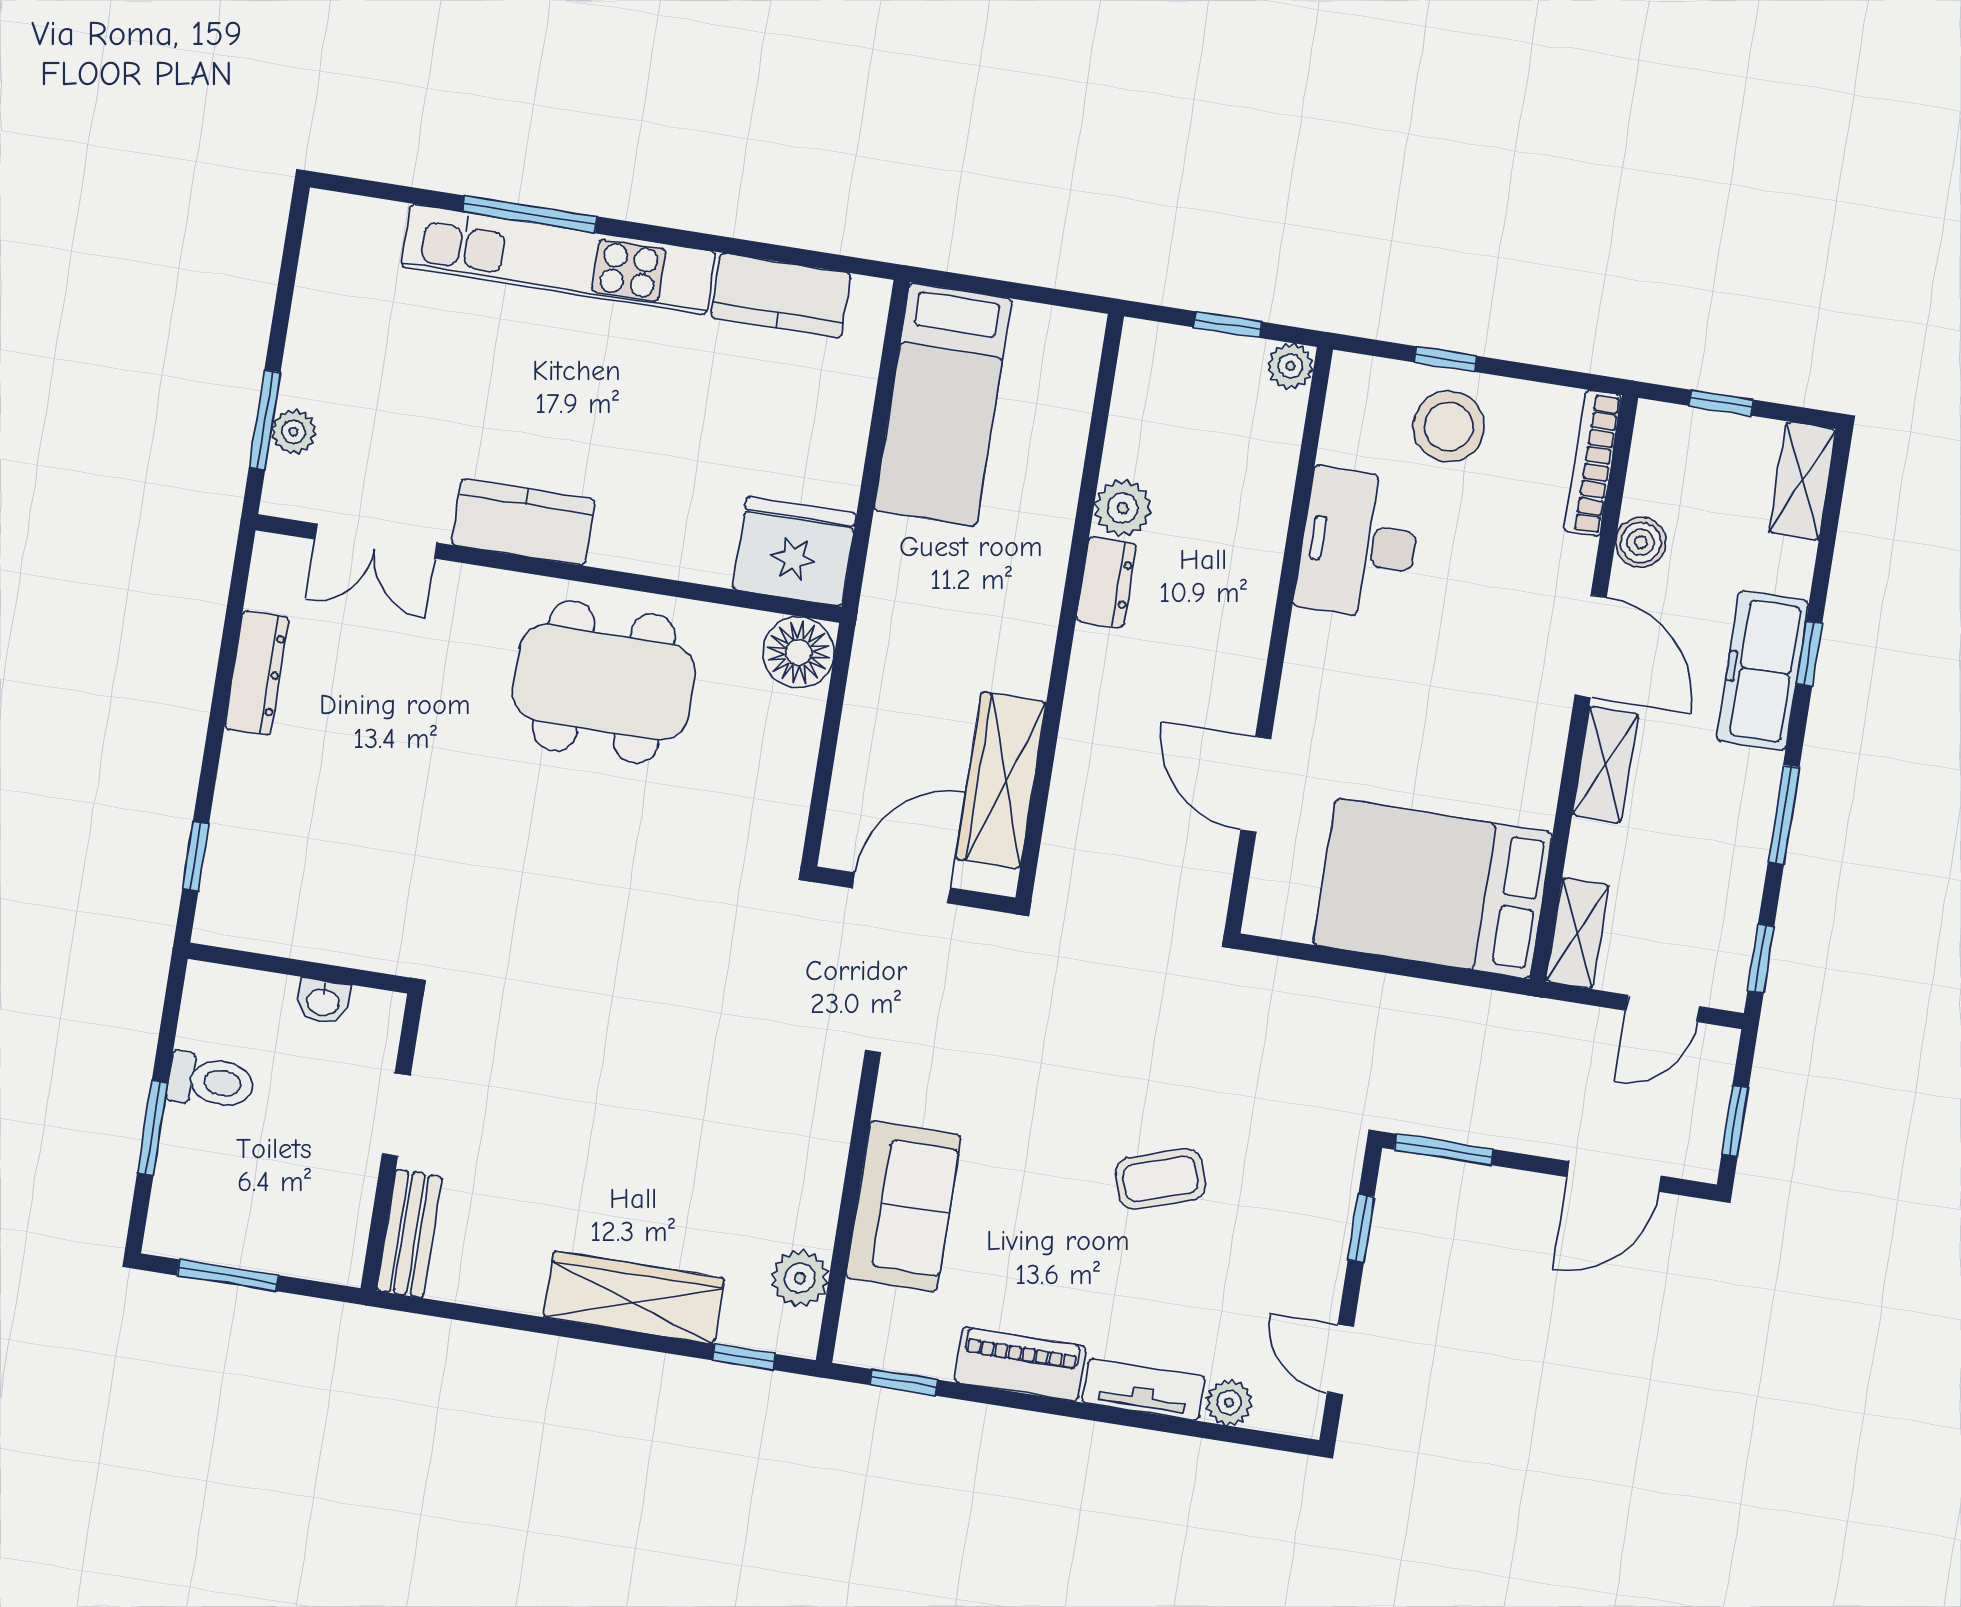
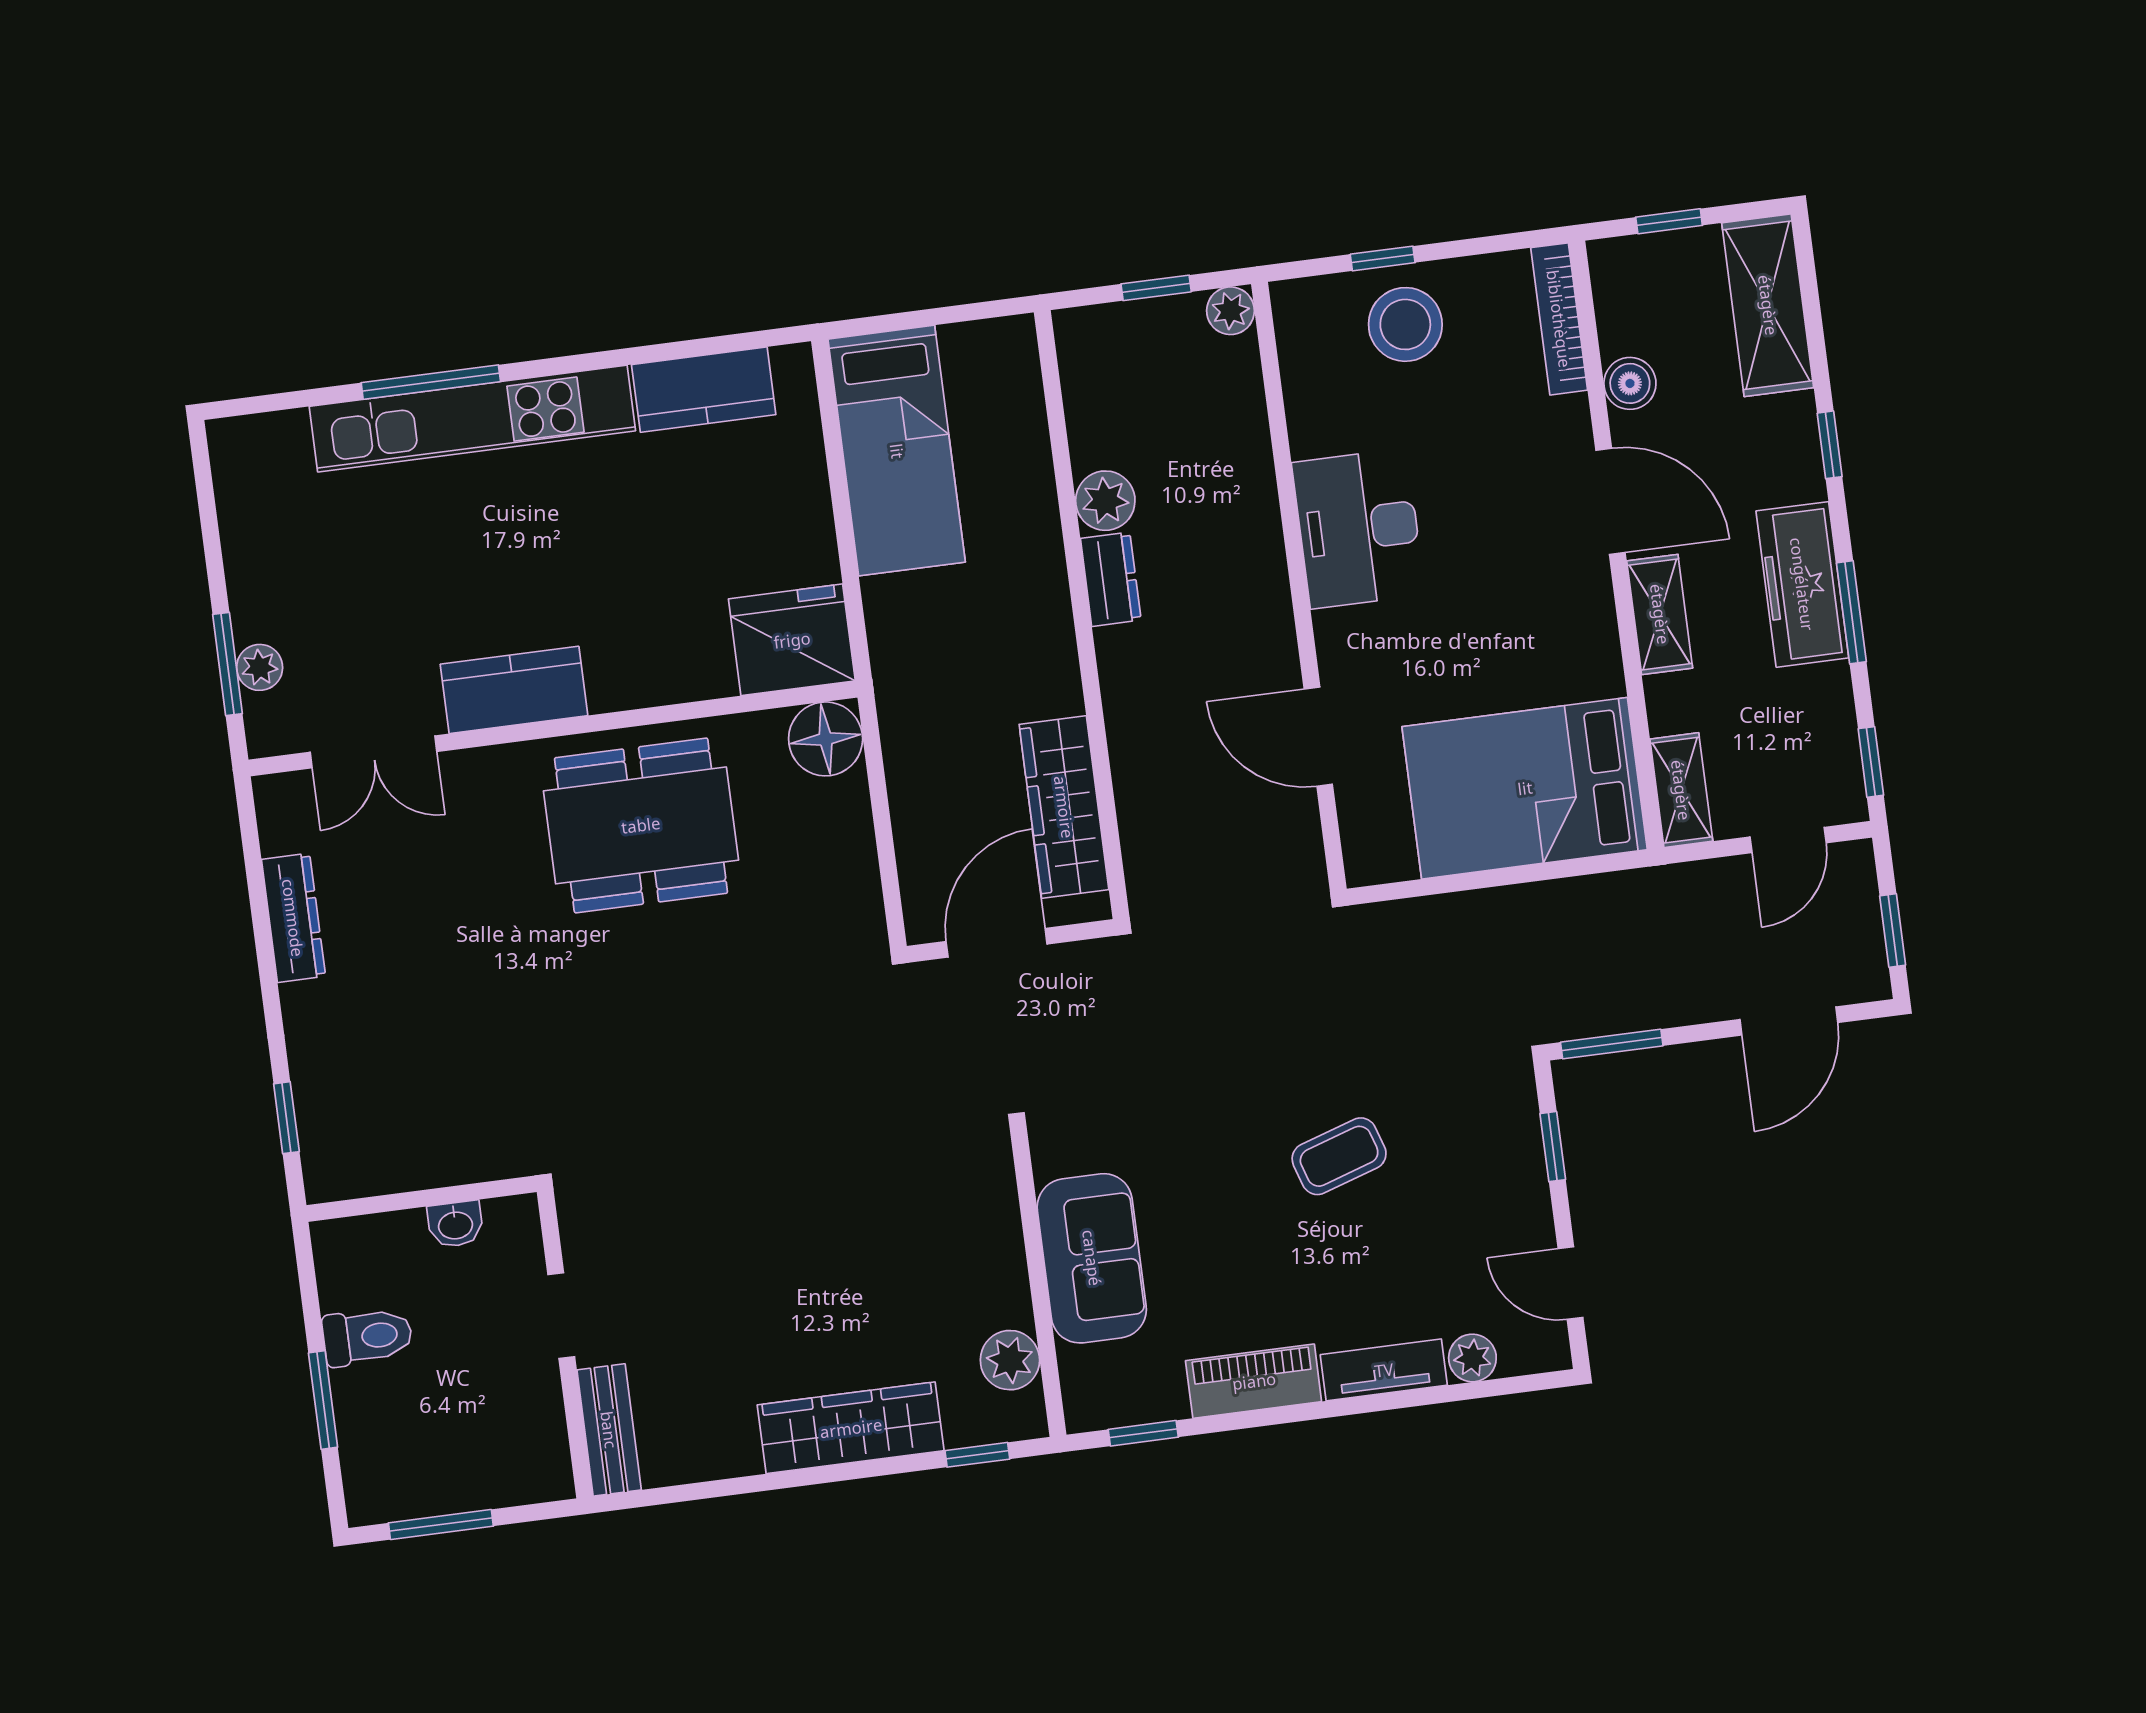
shelving: (1803, 481) -> (1768, 305), width x1.50, depth x1.33
desk: (1359, 544) -> (1358, 529), moved
freezer: (1762, 671) -> (1802, 584), moved

